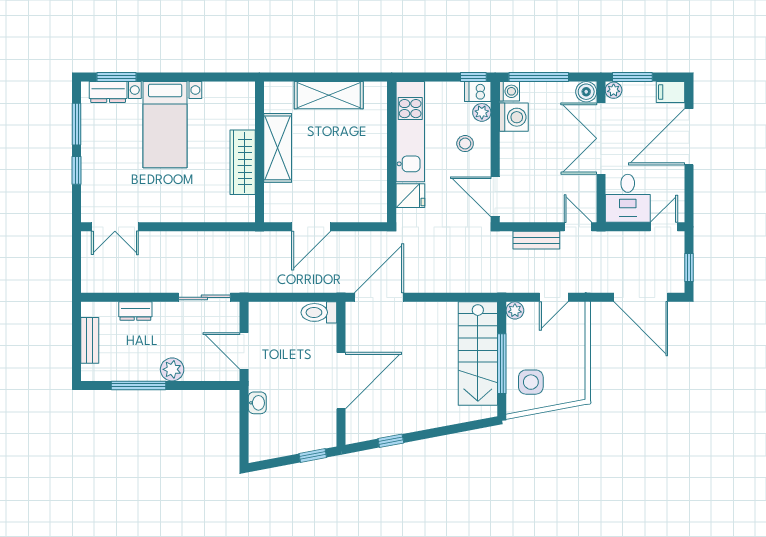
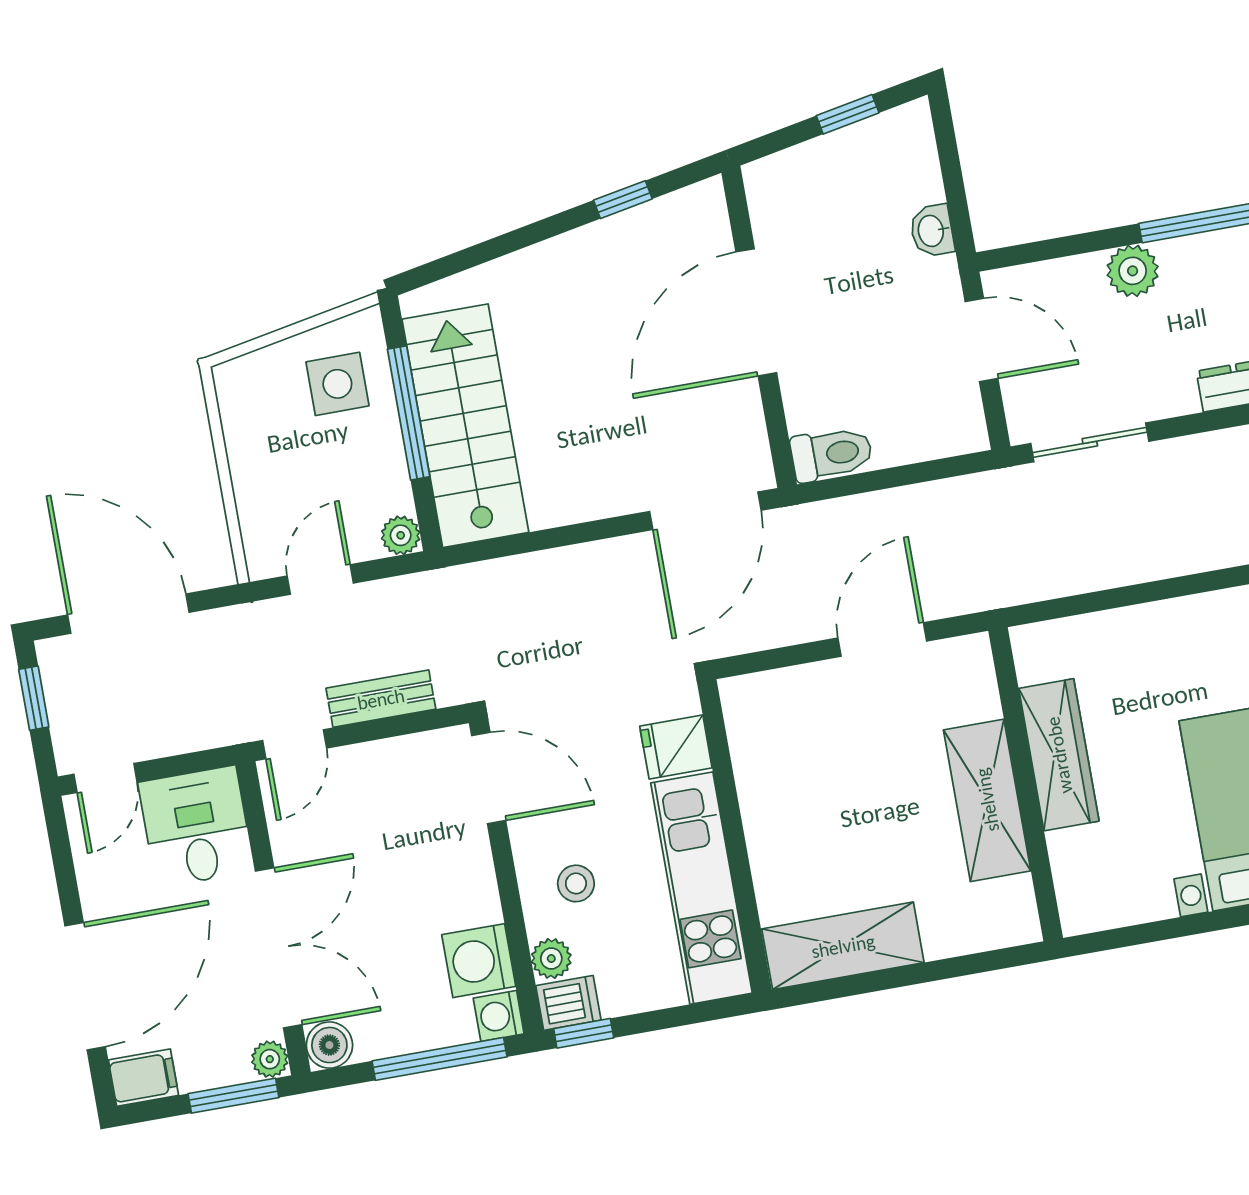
shelving: (329, 95) -> (843, 946), moved
door: (578, 227) -> (295, 744), hinge flipped
window: (313, 455) -> (848, 114), moved

